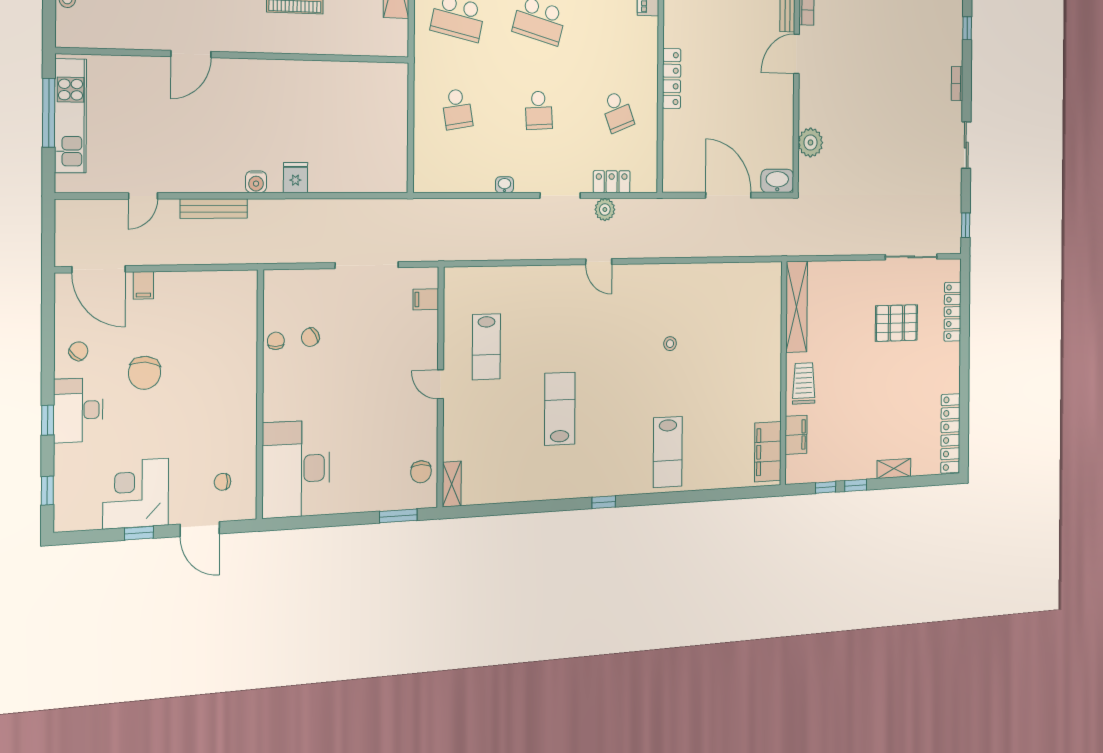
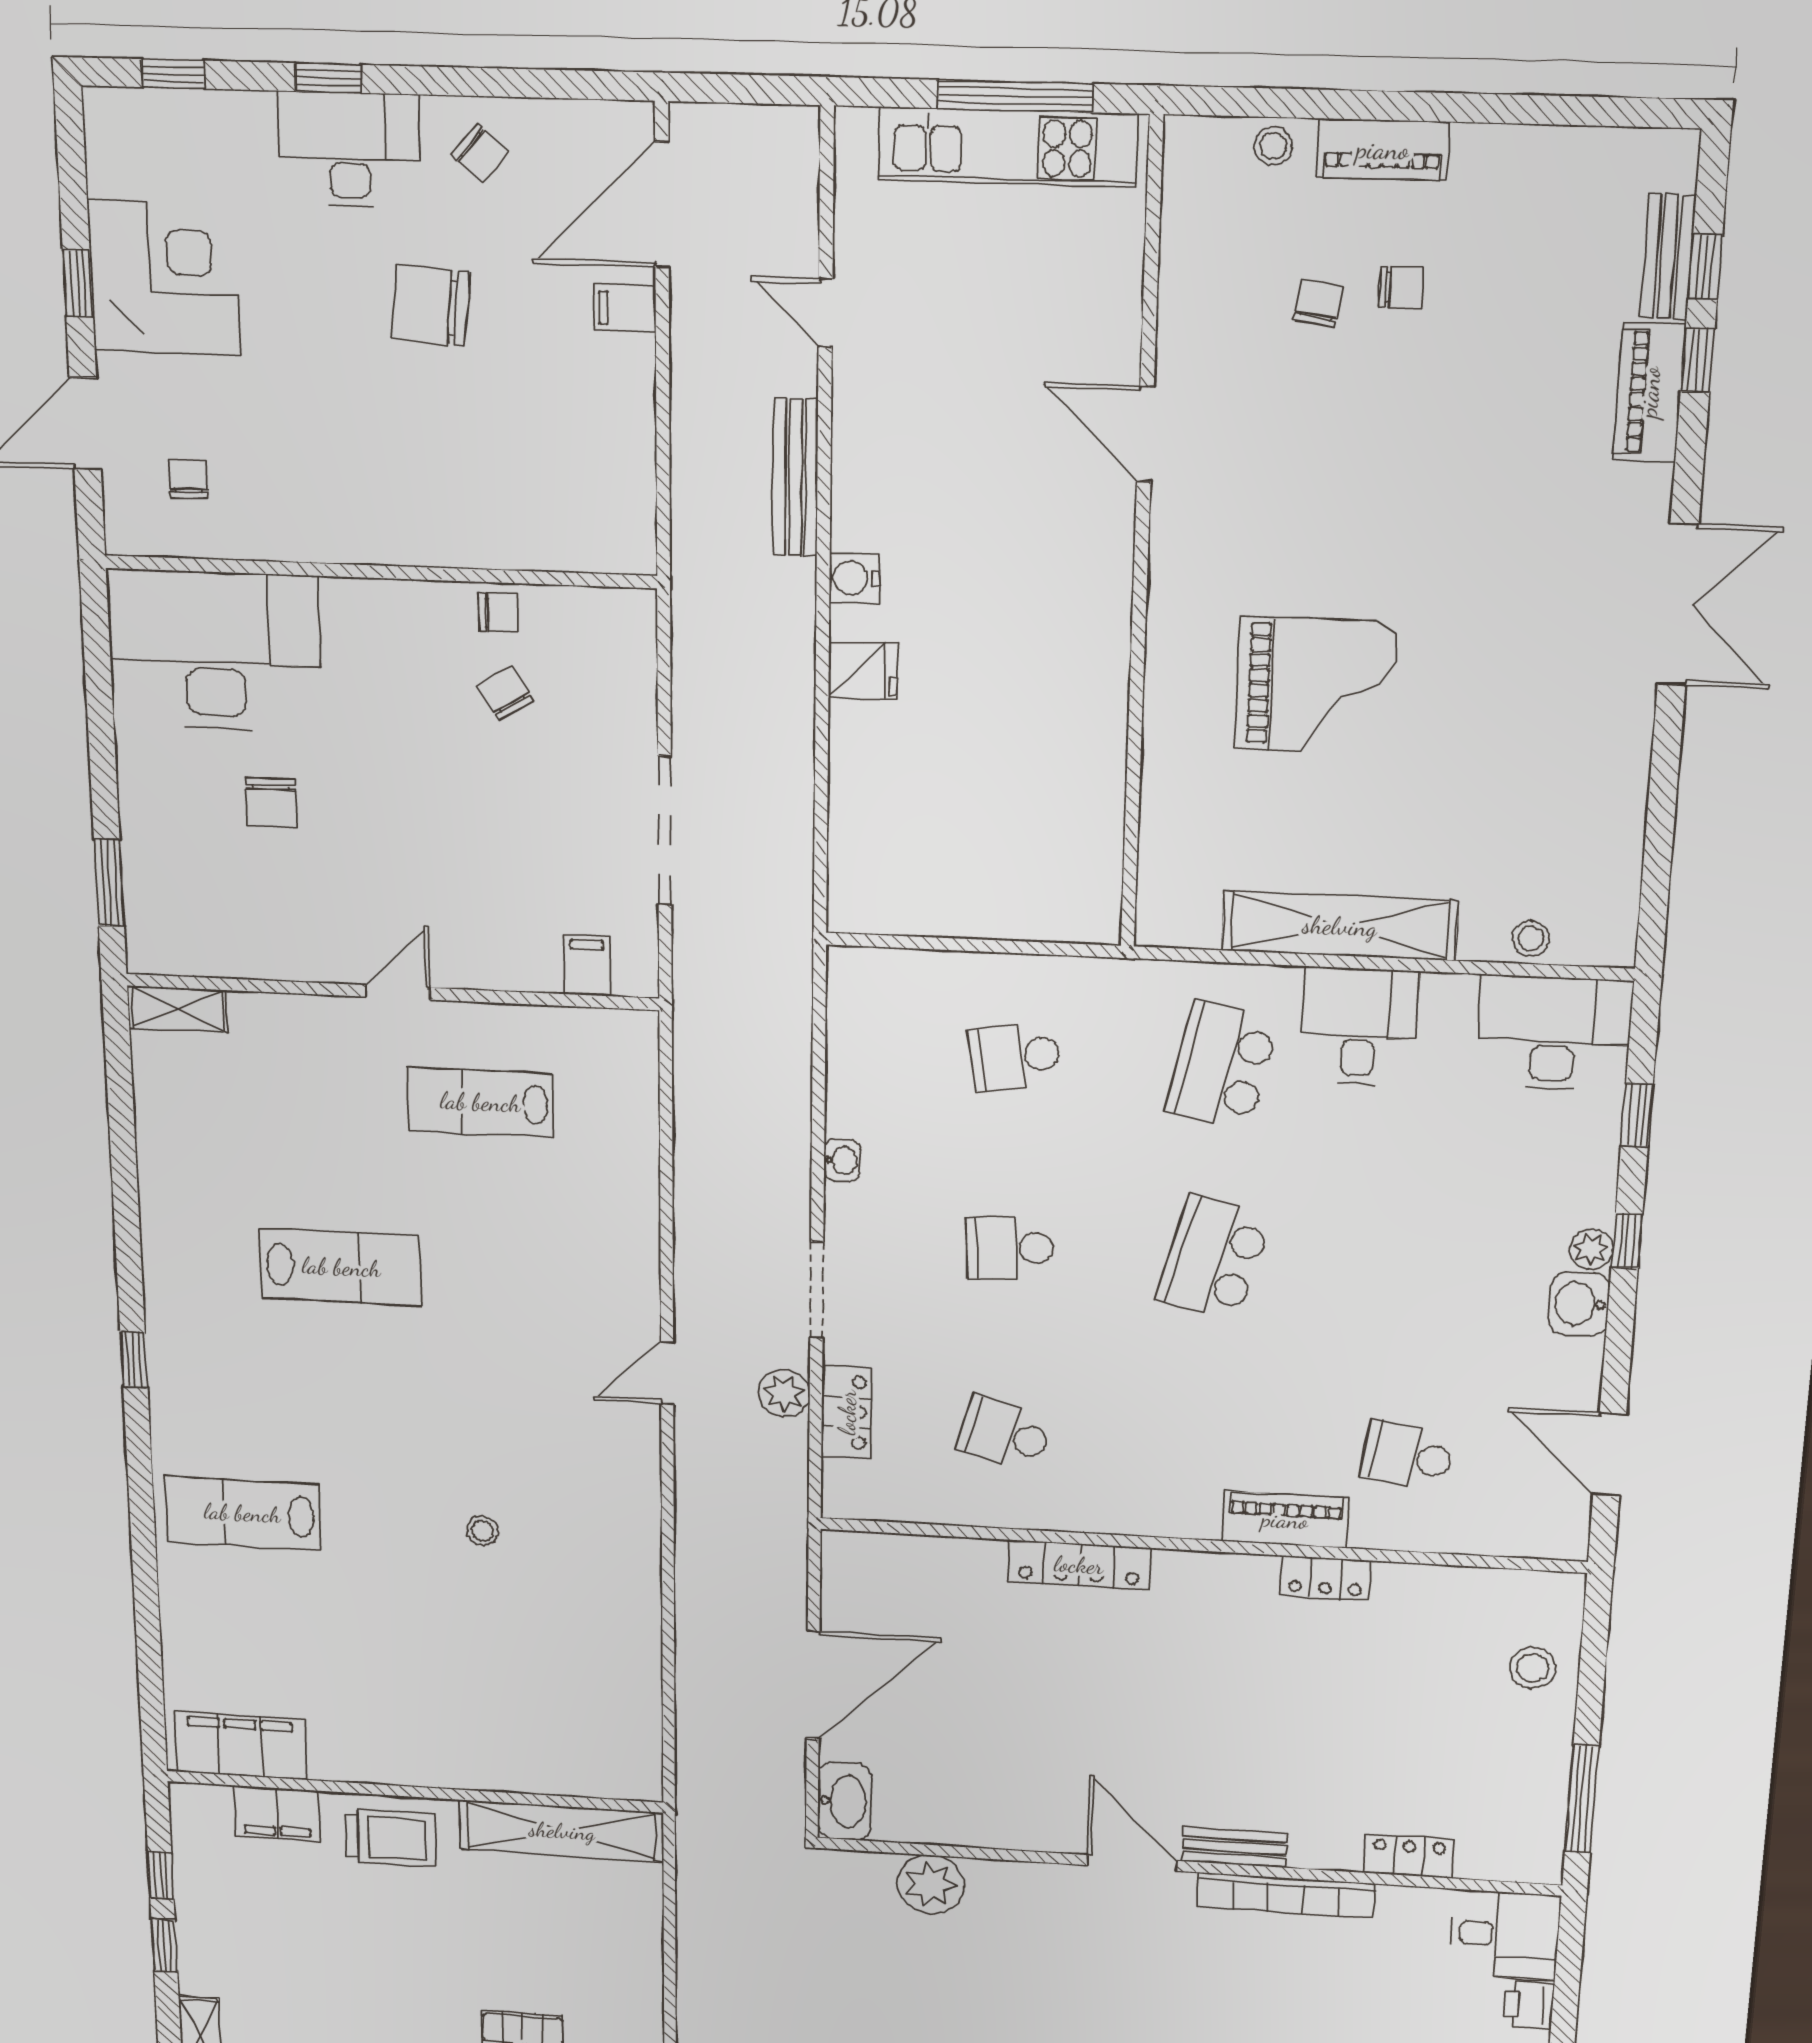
school desk: (618, 112) -> (1005, 1434), turned 36
chair: (421, 472) -> (271, 802), moved, turned -90

